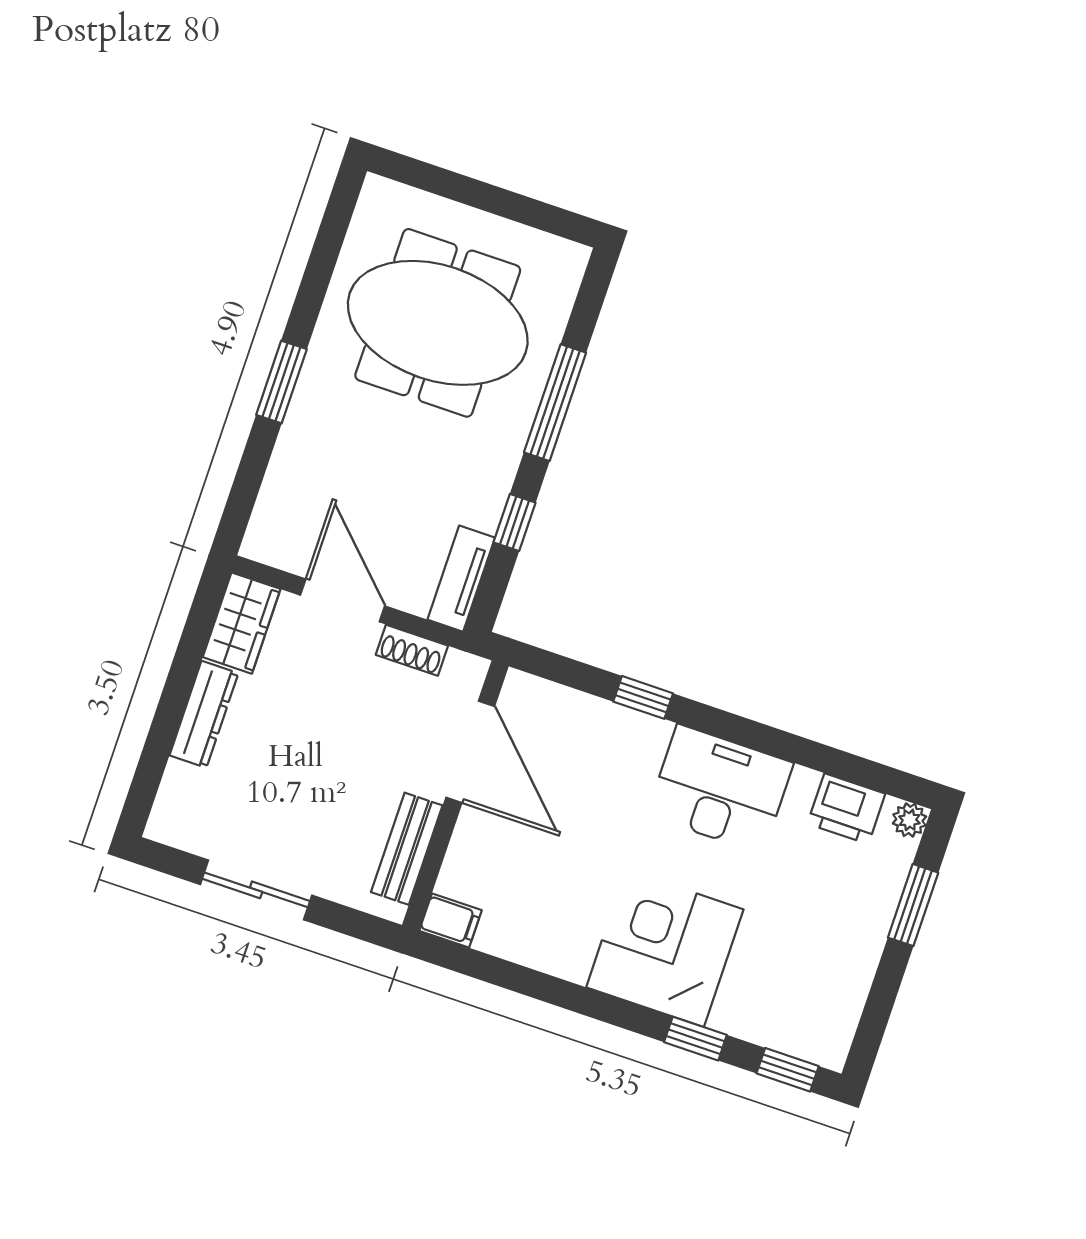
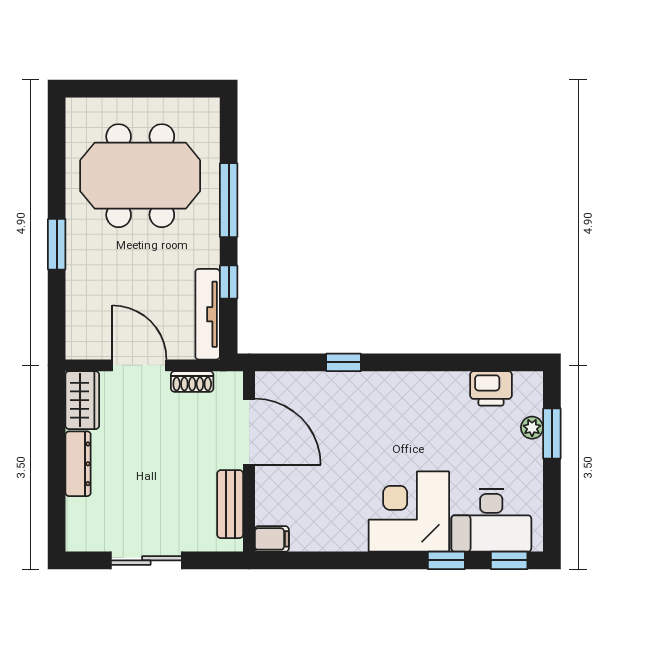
tv unit: (461, 579) -> (208, 314), width x1.41
desk: (720, 789) -> (491, 520), moved, turned 180
plant: (909, 820) -> (532, 428), moved

